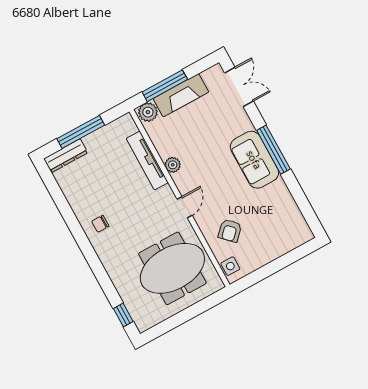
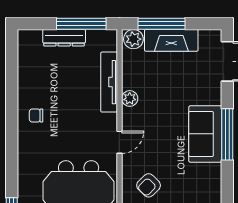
window: (81, 132) -> (81, 24), moved
dresser: (66, 156) -> (64, 38), moved

